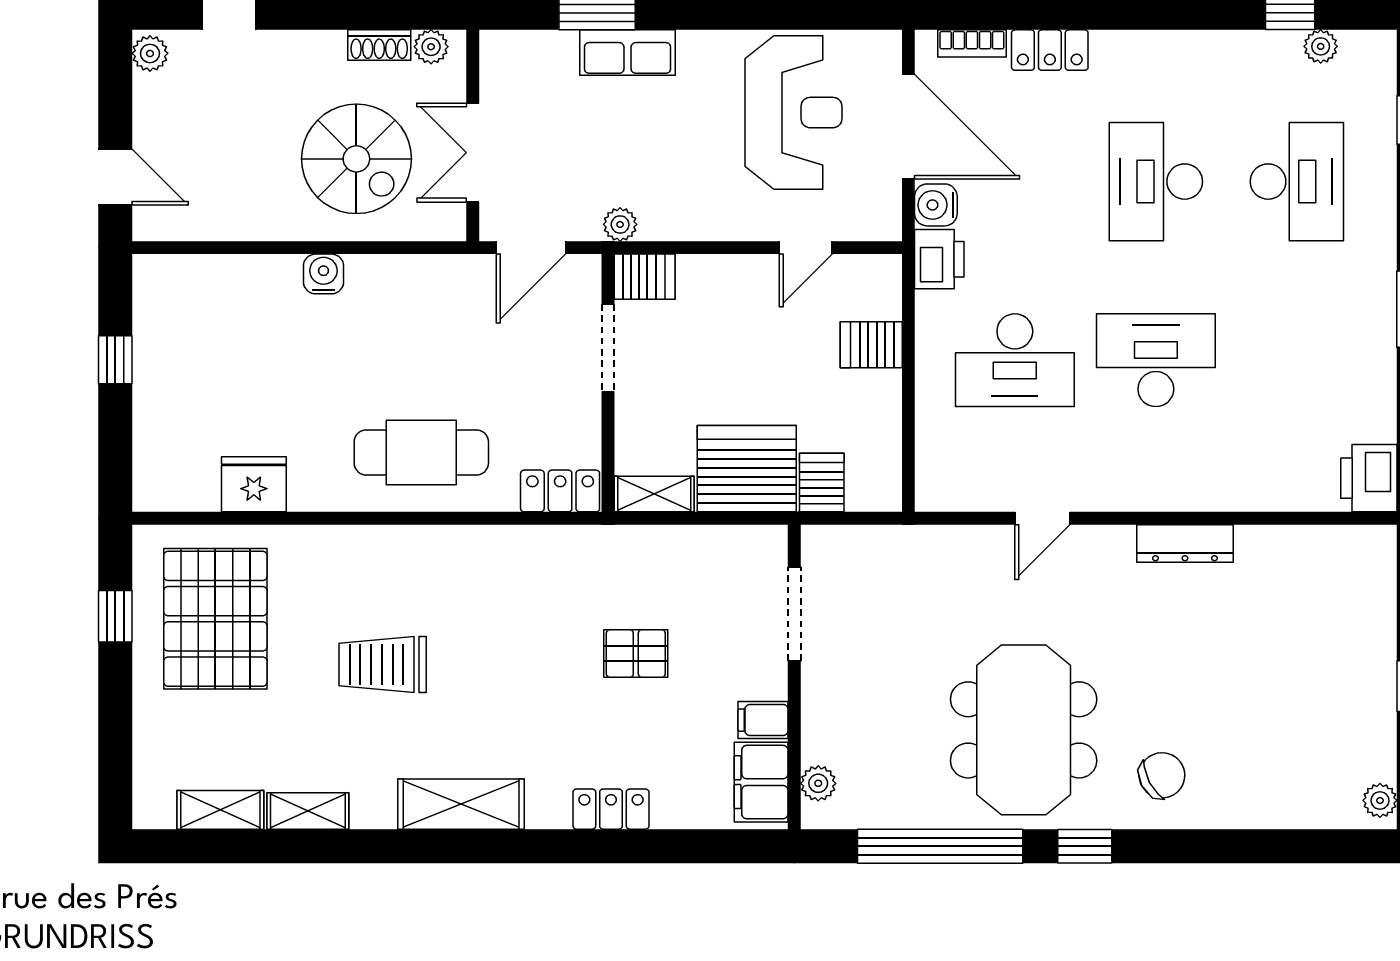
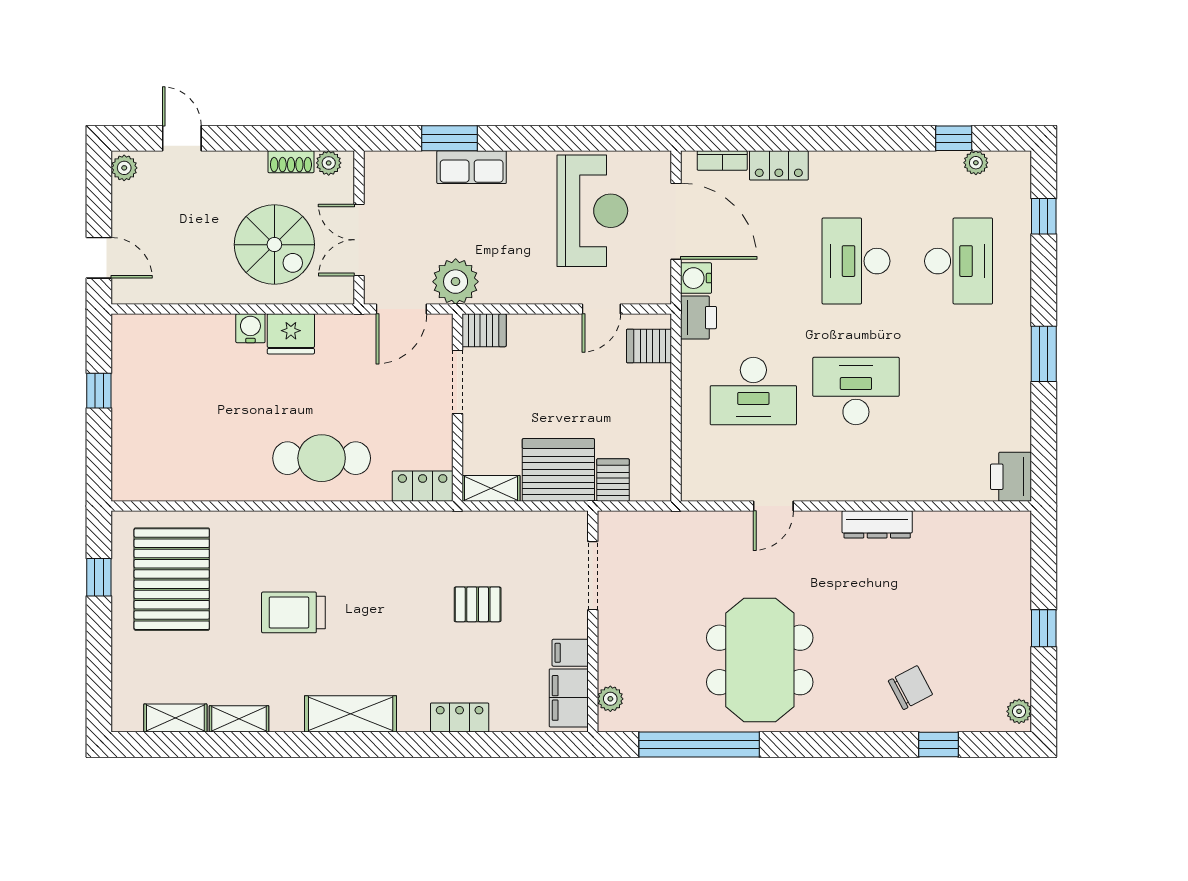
plant: (620, 224) -> (456, 282), width x1.88, depth x1.88
server rack: (871, 345) -> (649, 346), moved
fridge: (254, 484) -> (291, 334), moved, turned 180
chair: (1162, 775) -> (910, 688), moved
window: (1085, 846) -> (939, 745), moved

